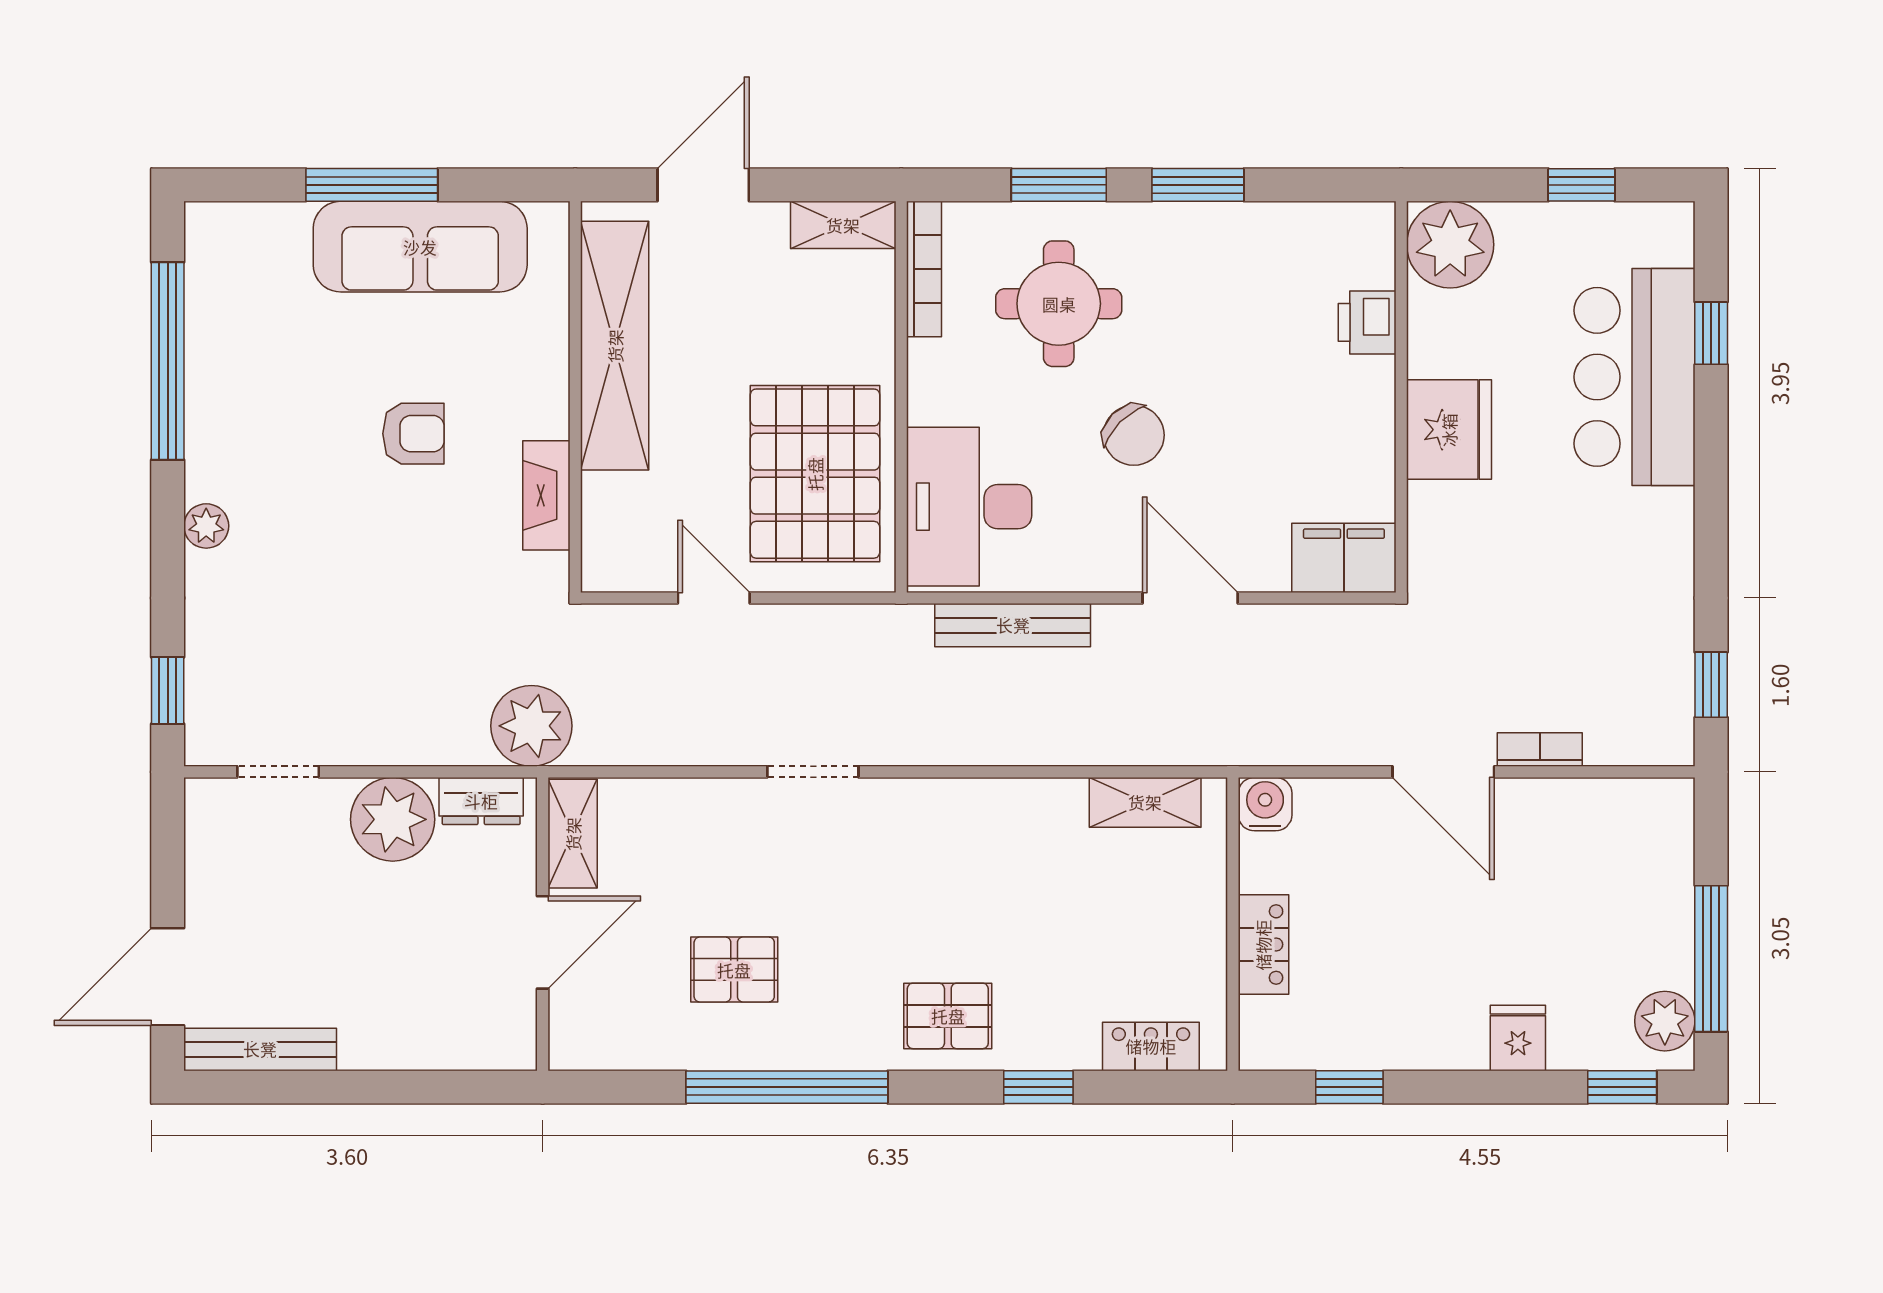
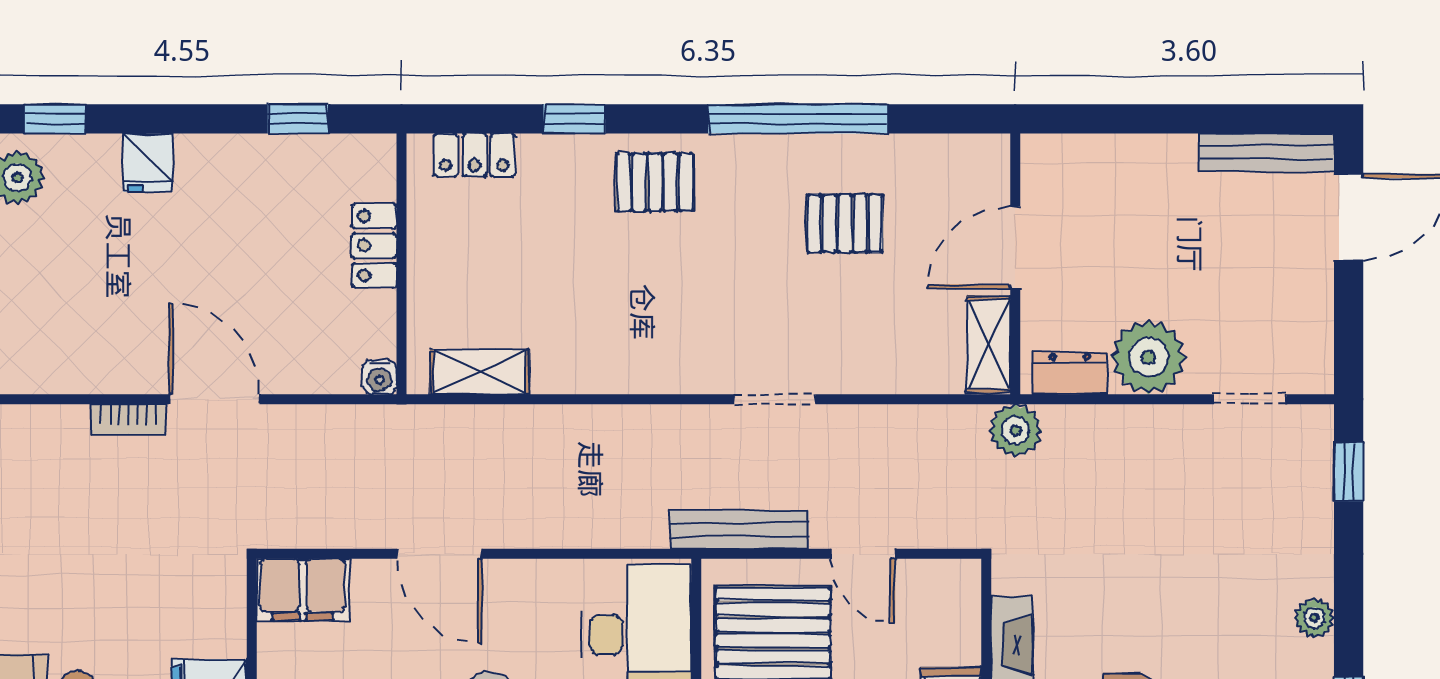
bench: (1013, 625) -> (739, 530), moved
plant: (531, 726) -> (1016, 430), width x0.73, depth x0.73
water cooler: (1265, 804) -> (379, 377), width x0.72, depth x0.72

